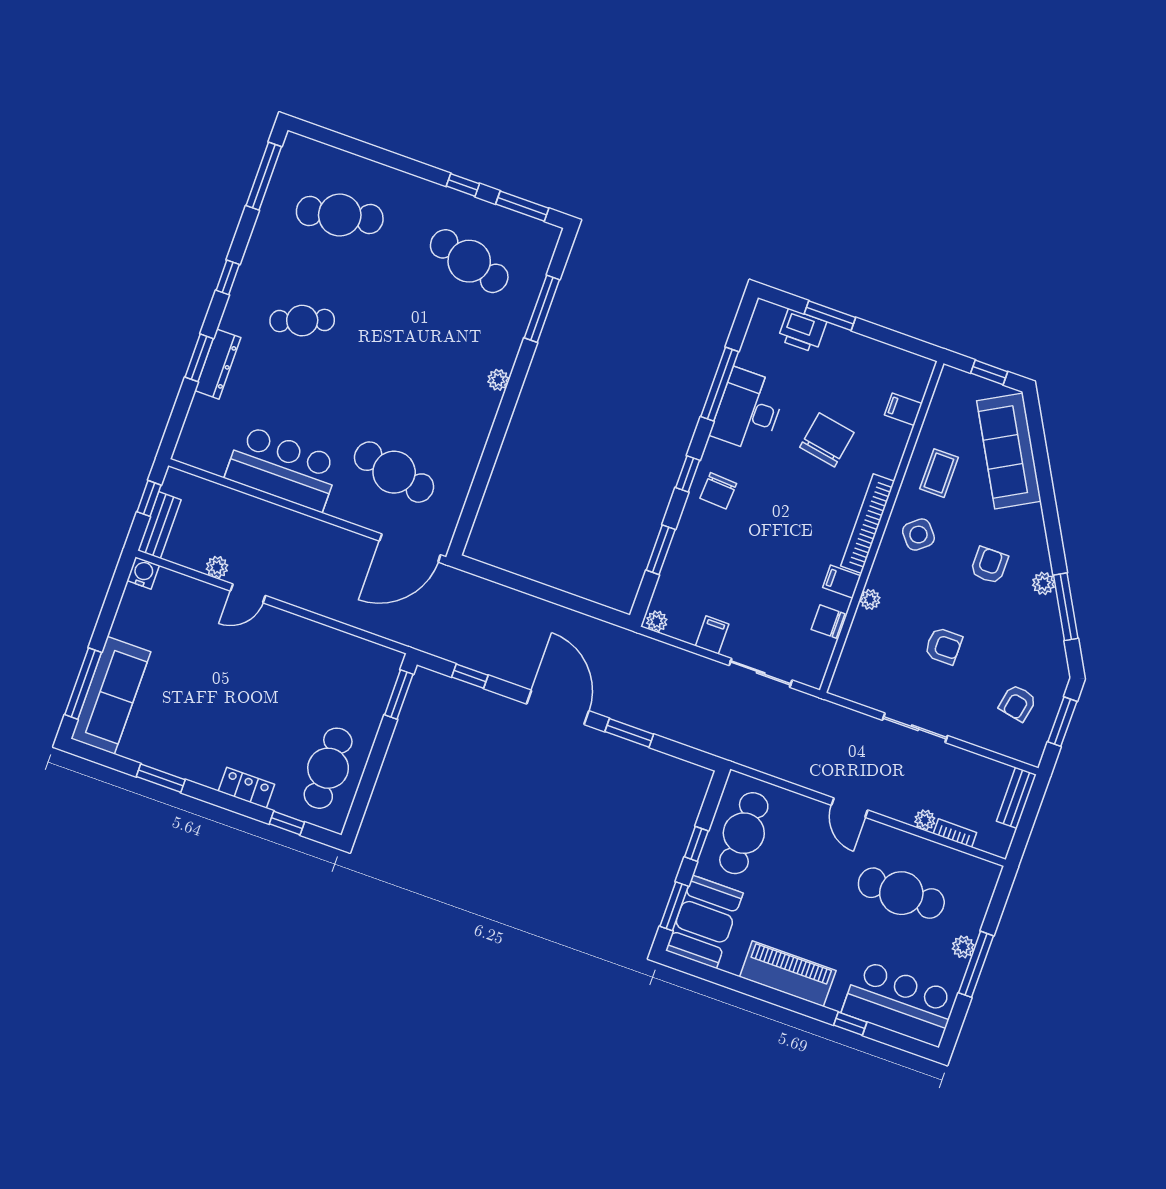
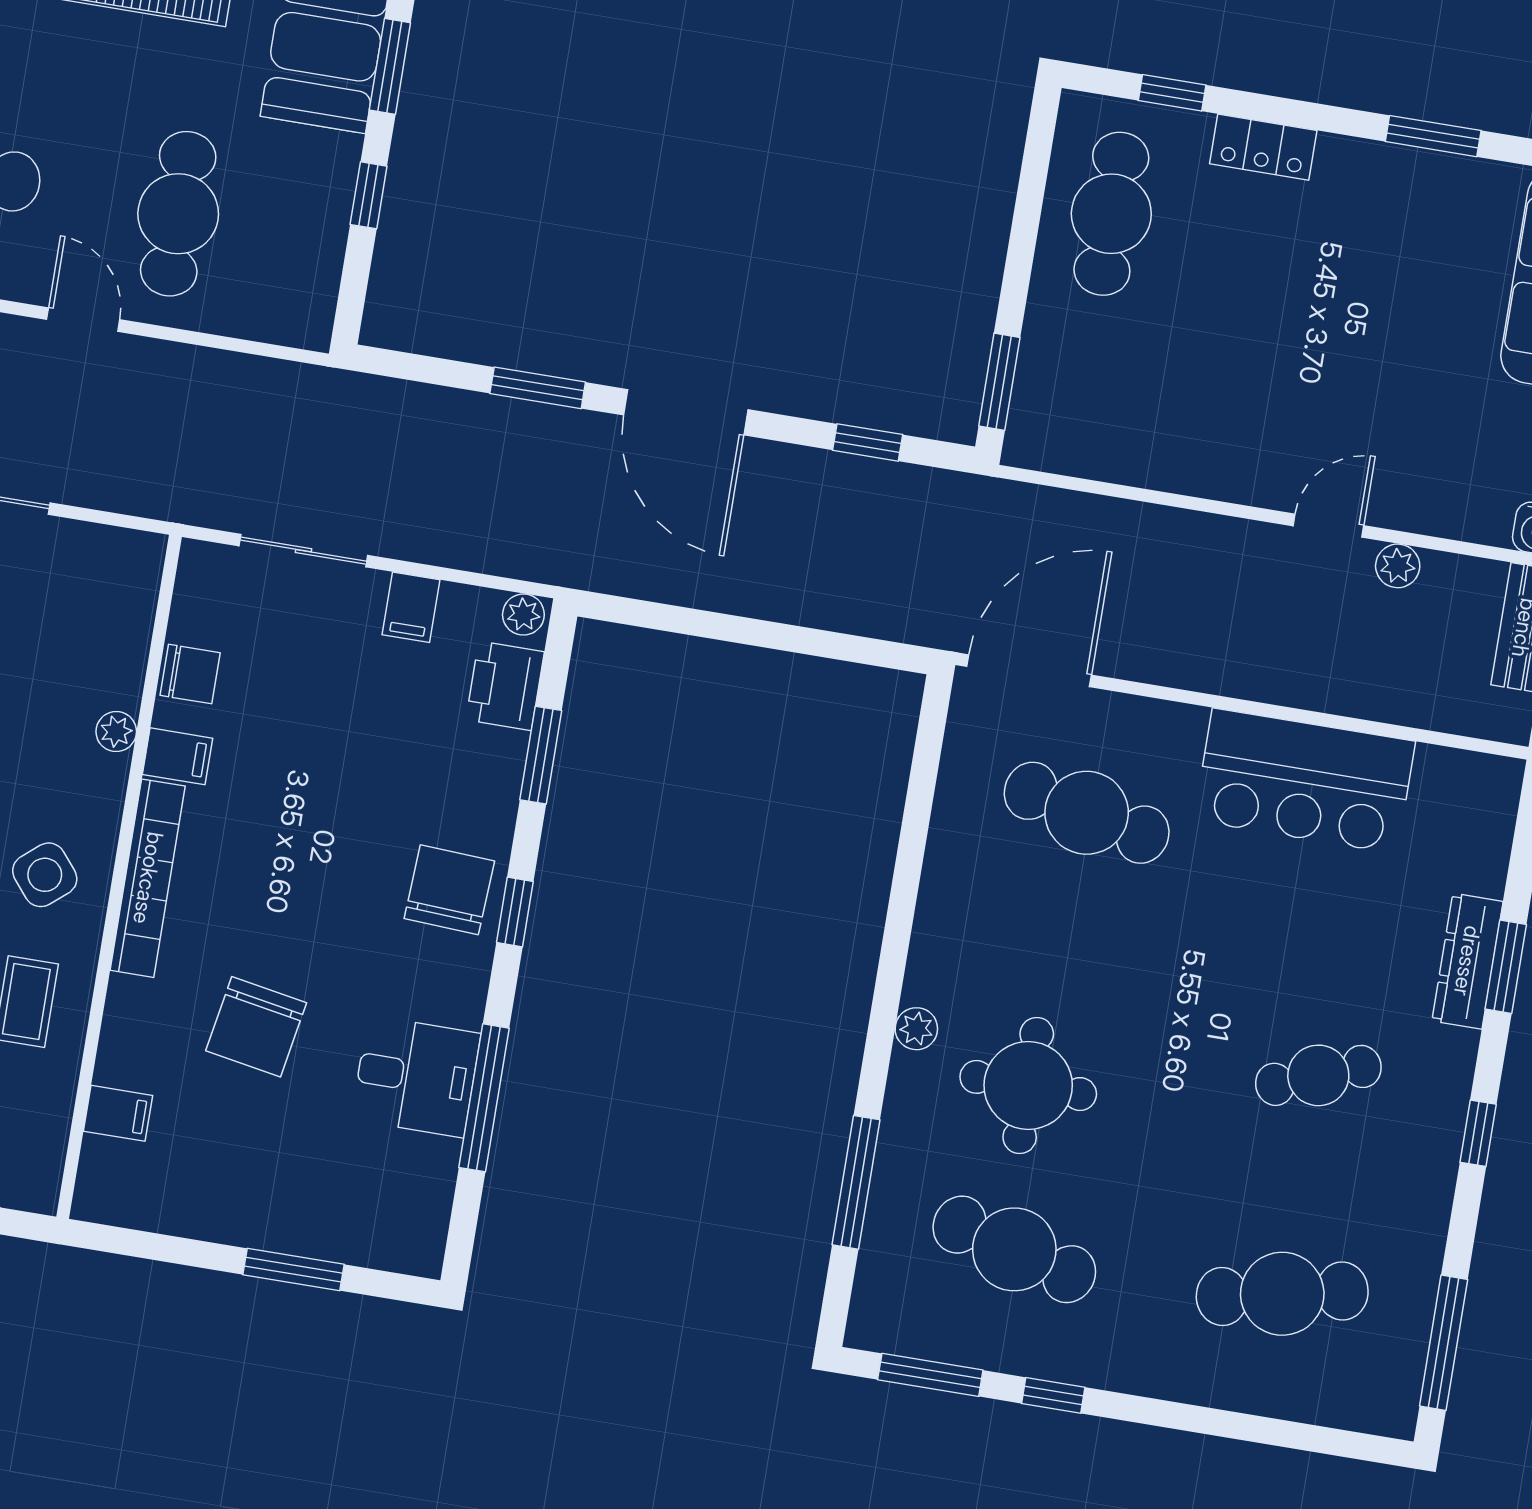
printer: (802, 331) -> (505, 686), moved, turned -90
round table: (448, 342) -> (1028, 1085), added
desk: (748, 410) -> (416, 1076), width x0.73
chair: (718, 491) -> (449, 890), width x1.37, depth x1.37
cafe table: (744, 833) -> (178, 214), moved

